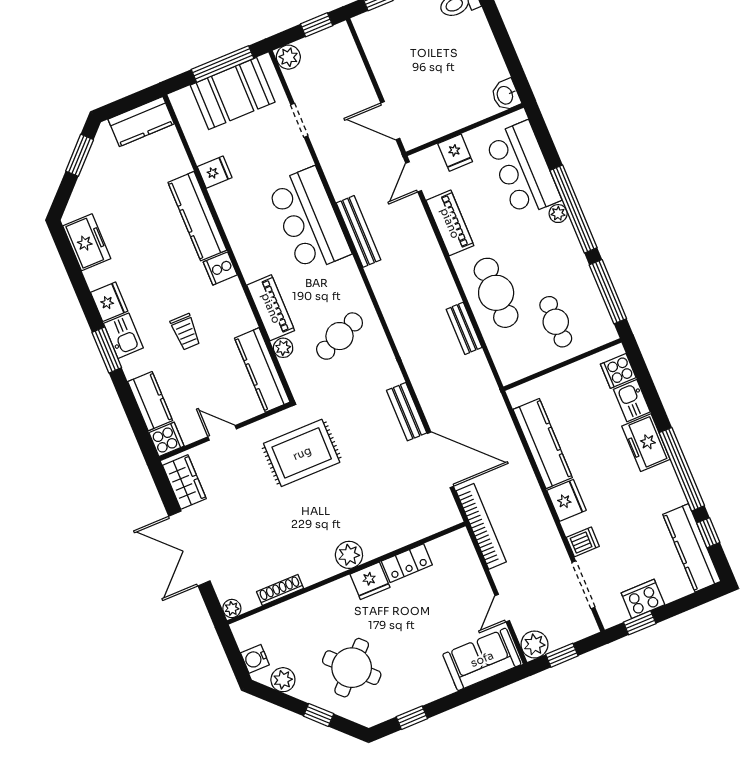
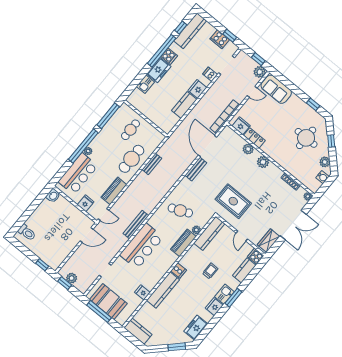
plant: (288, 57) -> (72, 278), moved
door: (390, 121) -> (87, 235), hinge flipped
window: (80, 155) -> (177, 347), moved
cooker: (618, 371) -> (169, 56), moved
kitchen counter: (543, 444) -> (184, 105), width x0.67
plant: (391, 539) -> (248, 149), added
fridge: (370, 581) -> (241, 126), moved
round table: (352, 668) -> (306, 138), turned 45

